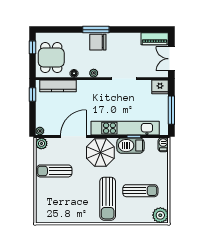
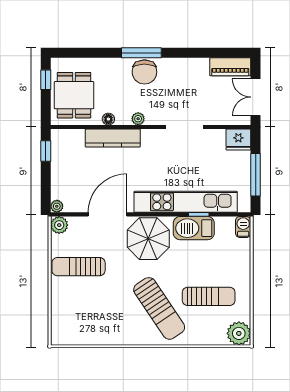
chair: (98, 42) -> (144, 72), turned -90
kitchen counter: (58, 86) -> (113, 138), moved
sun lounger: (108, 199) -> (159, 308), turned -34

